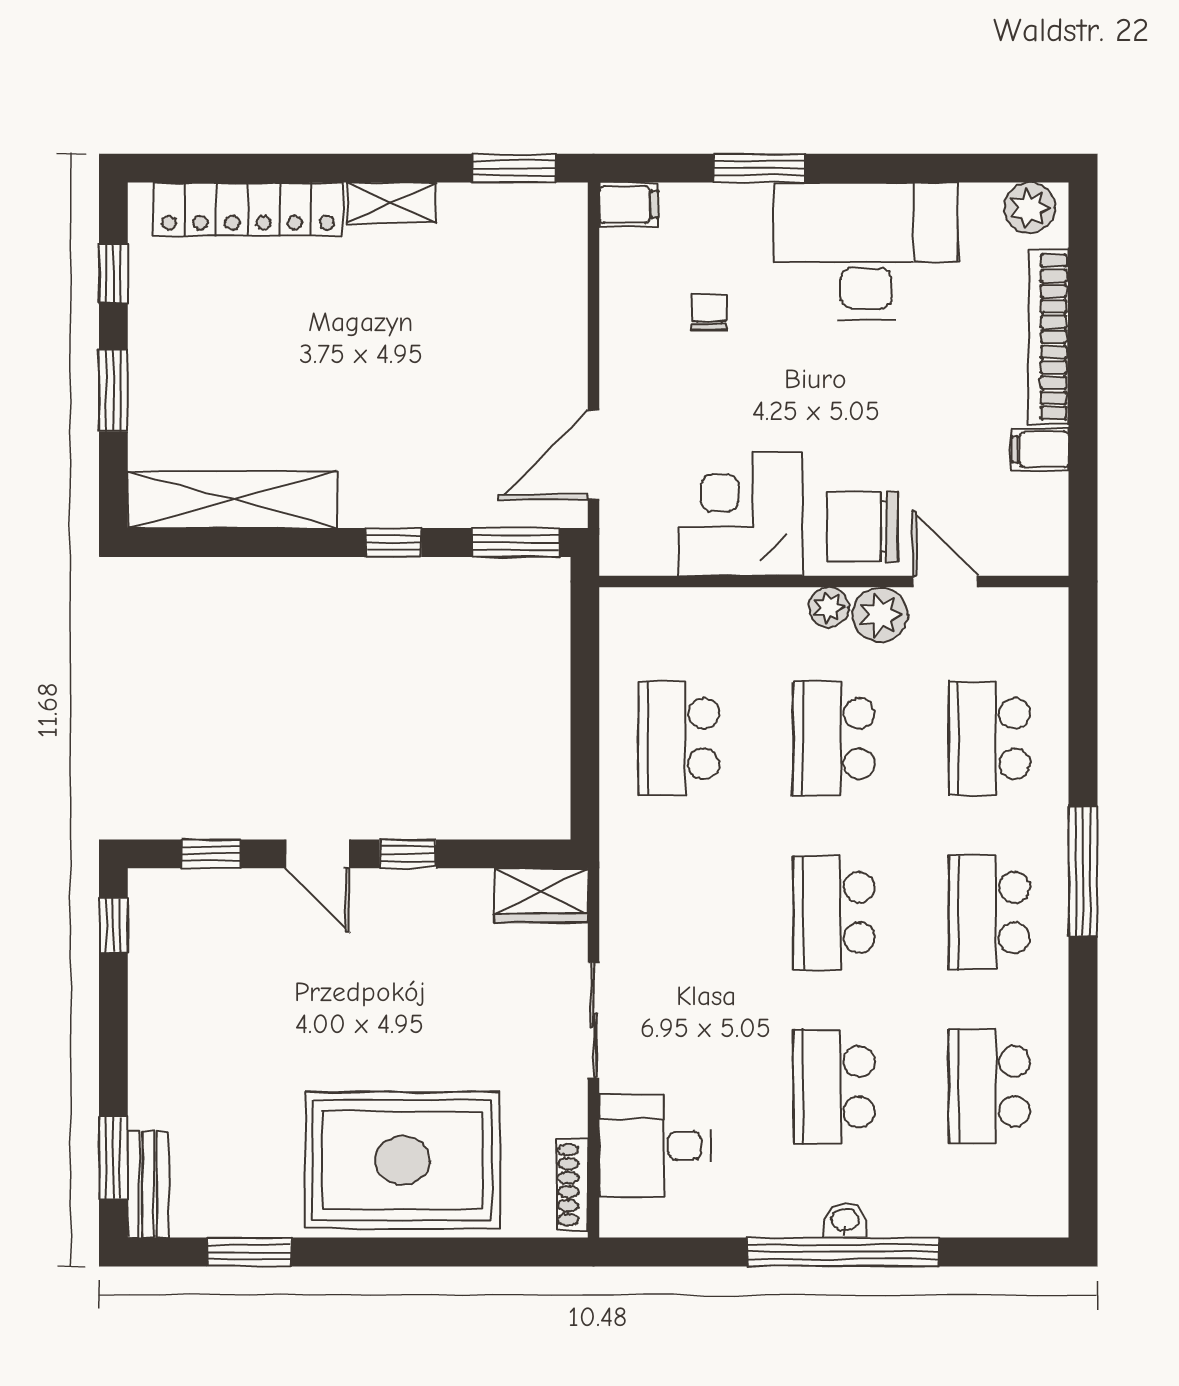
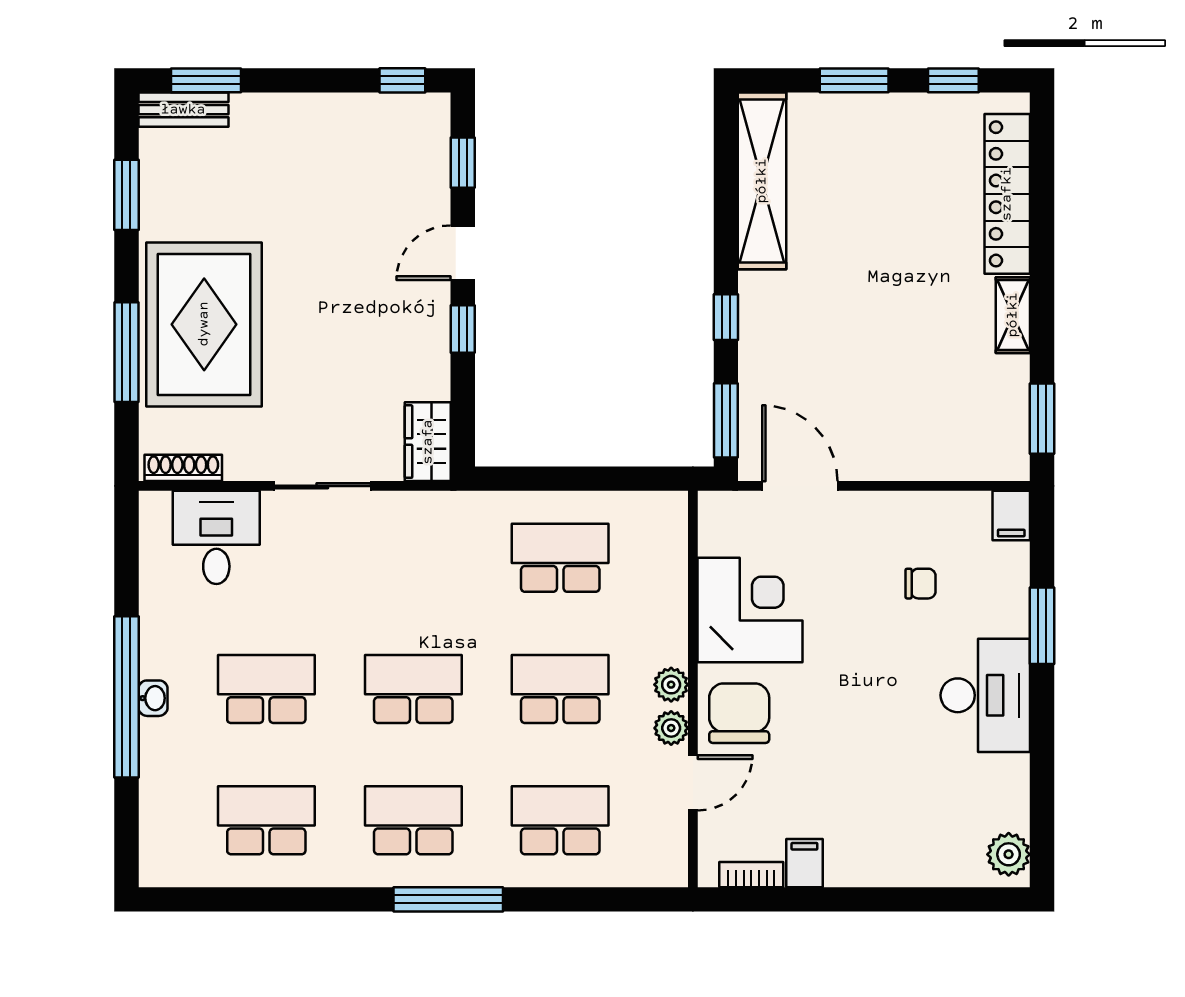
desk: (866, 251) -> (985, 695), width x0.73, depth x0.77
bookcase: (1049, 337) -> (751, 875), moved, width x0.43, depth x0.76
plant: (880, 615) -> (671, 728), width x0.73, depth x0.73
window: (435, 1252) -> (126, 352), added

